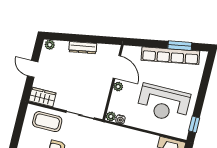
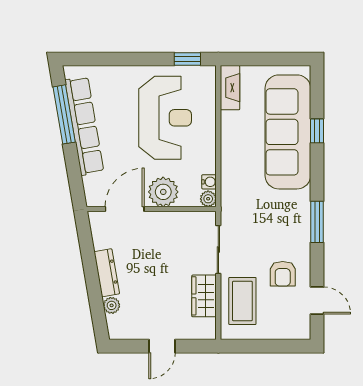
plant: (50, 45) -> (112, 305), moved
window: (180, 46) -> (64, 114), width x1.44
plant: (118, 87) -> (163, 192), width x1.88, depth x1.88
wardrobe: (42, 97) -> (204, 296), moved

